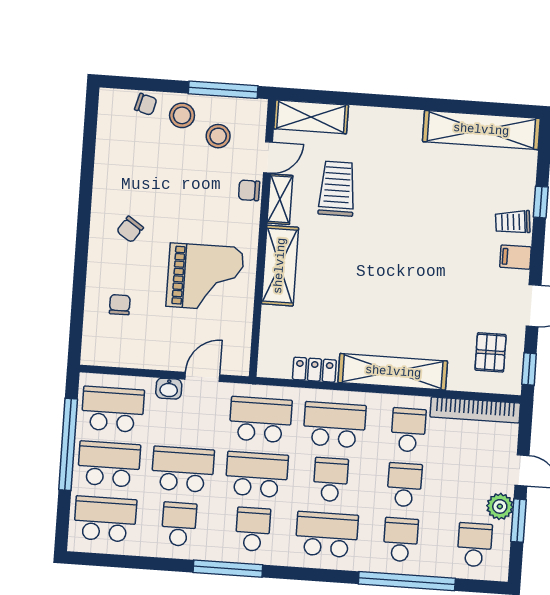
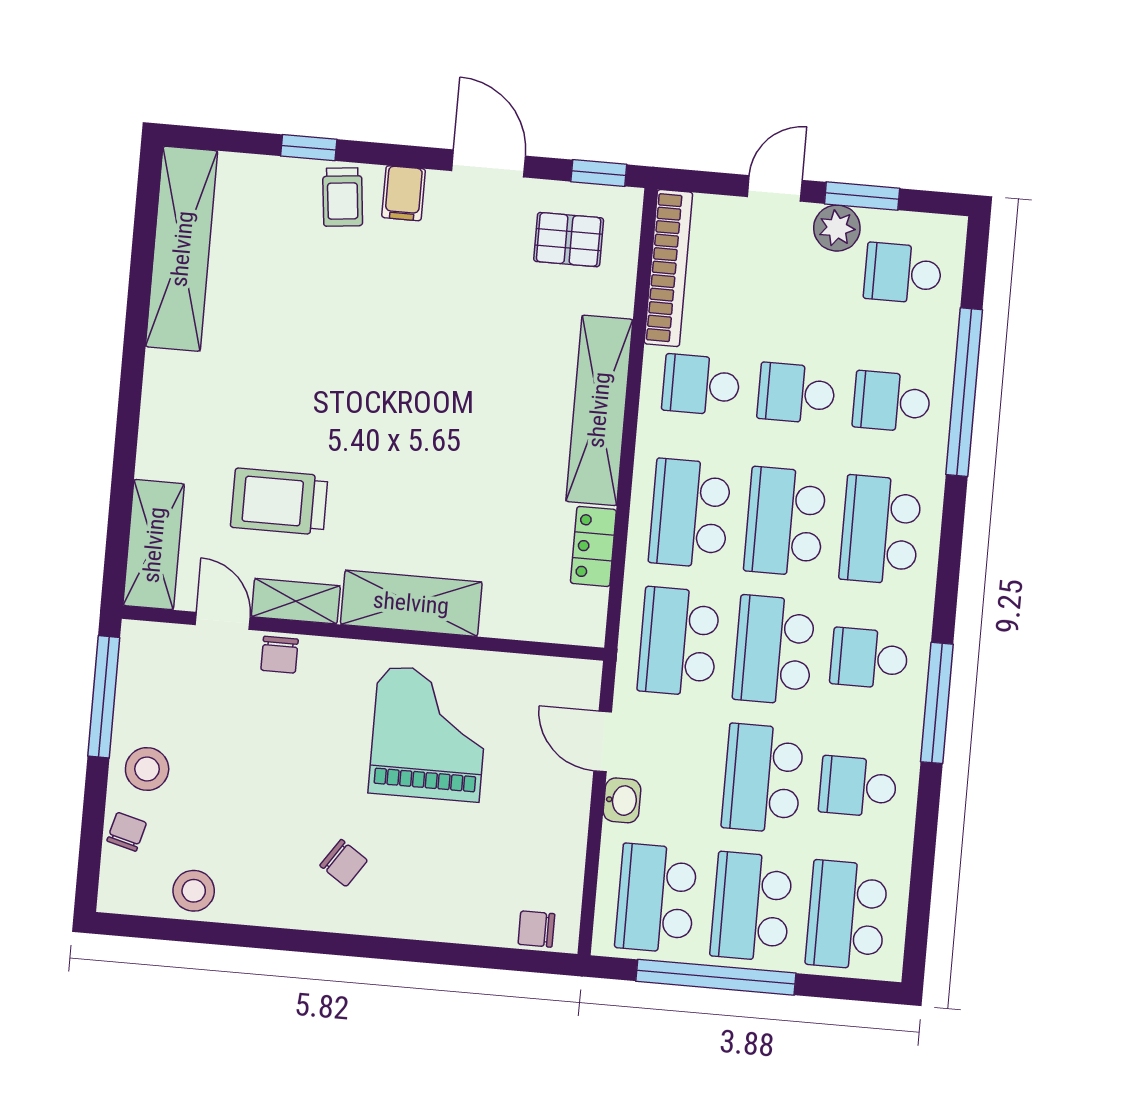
stool: (218, 136) -> (194, 891), moved
chair: (120, 305) -> (536, 929), moved
school desk: (331, 480) -> (785, 522), width x1.85

